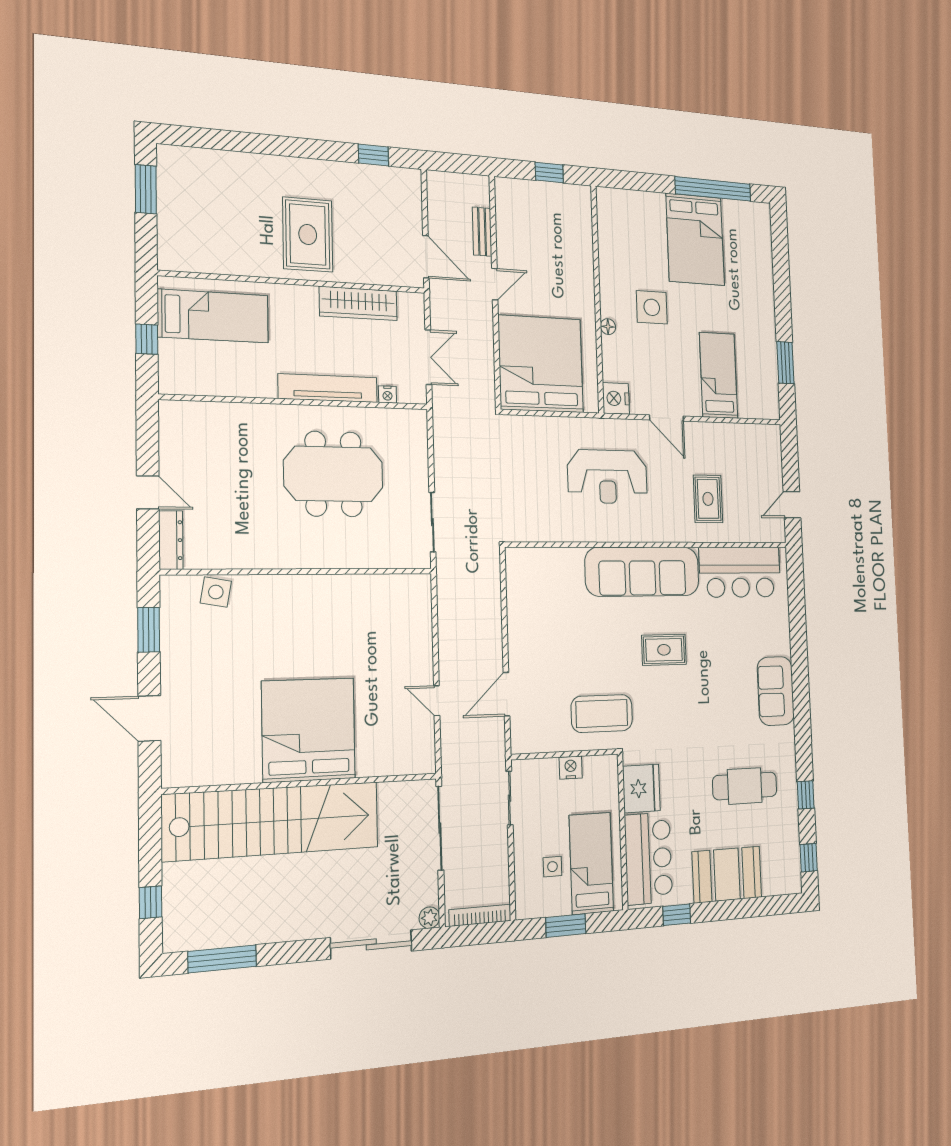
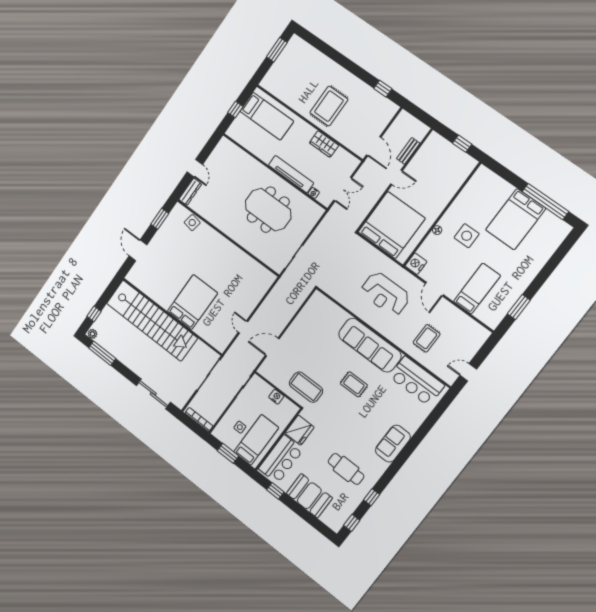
wardrobe: (358, 303) -> (324, 144), width x0.67
bed: (309, 730) -> (192, 302), width x0.73
plant: (429, 918) -> (92, 334), moved

